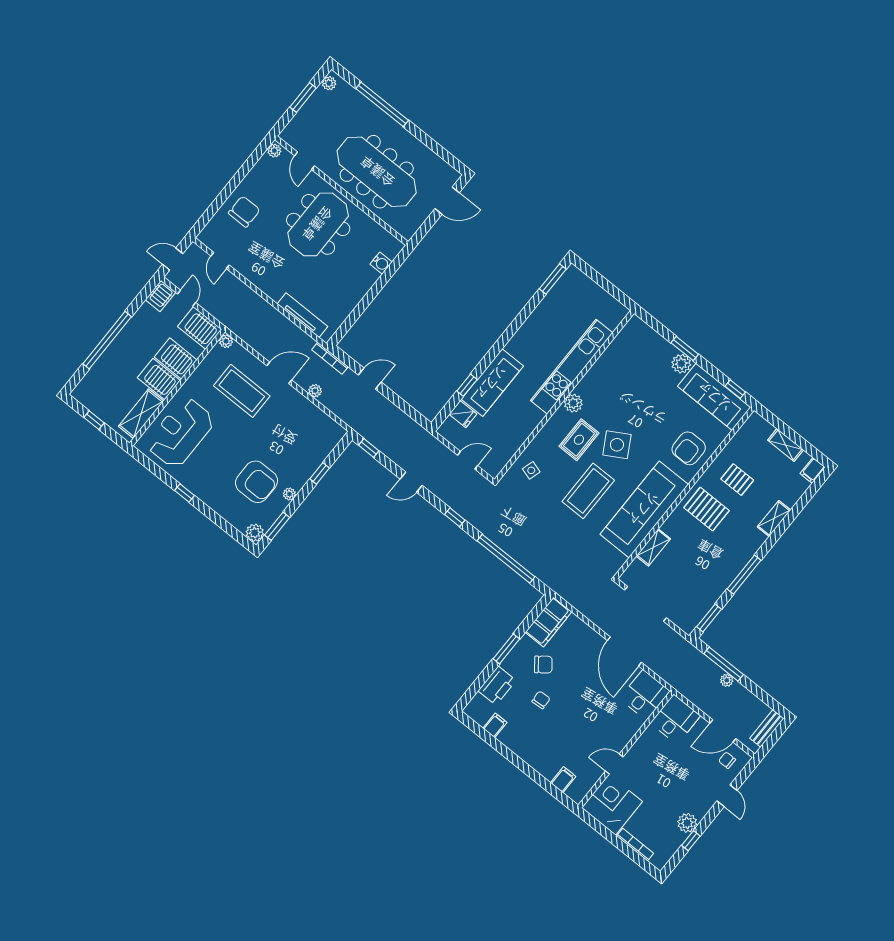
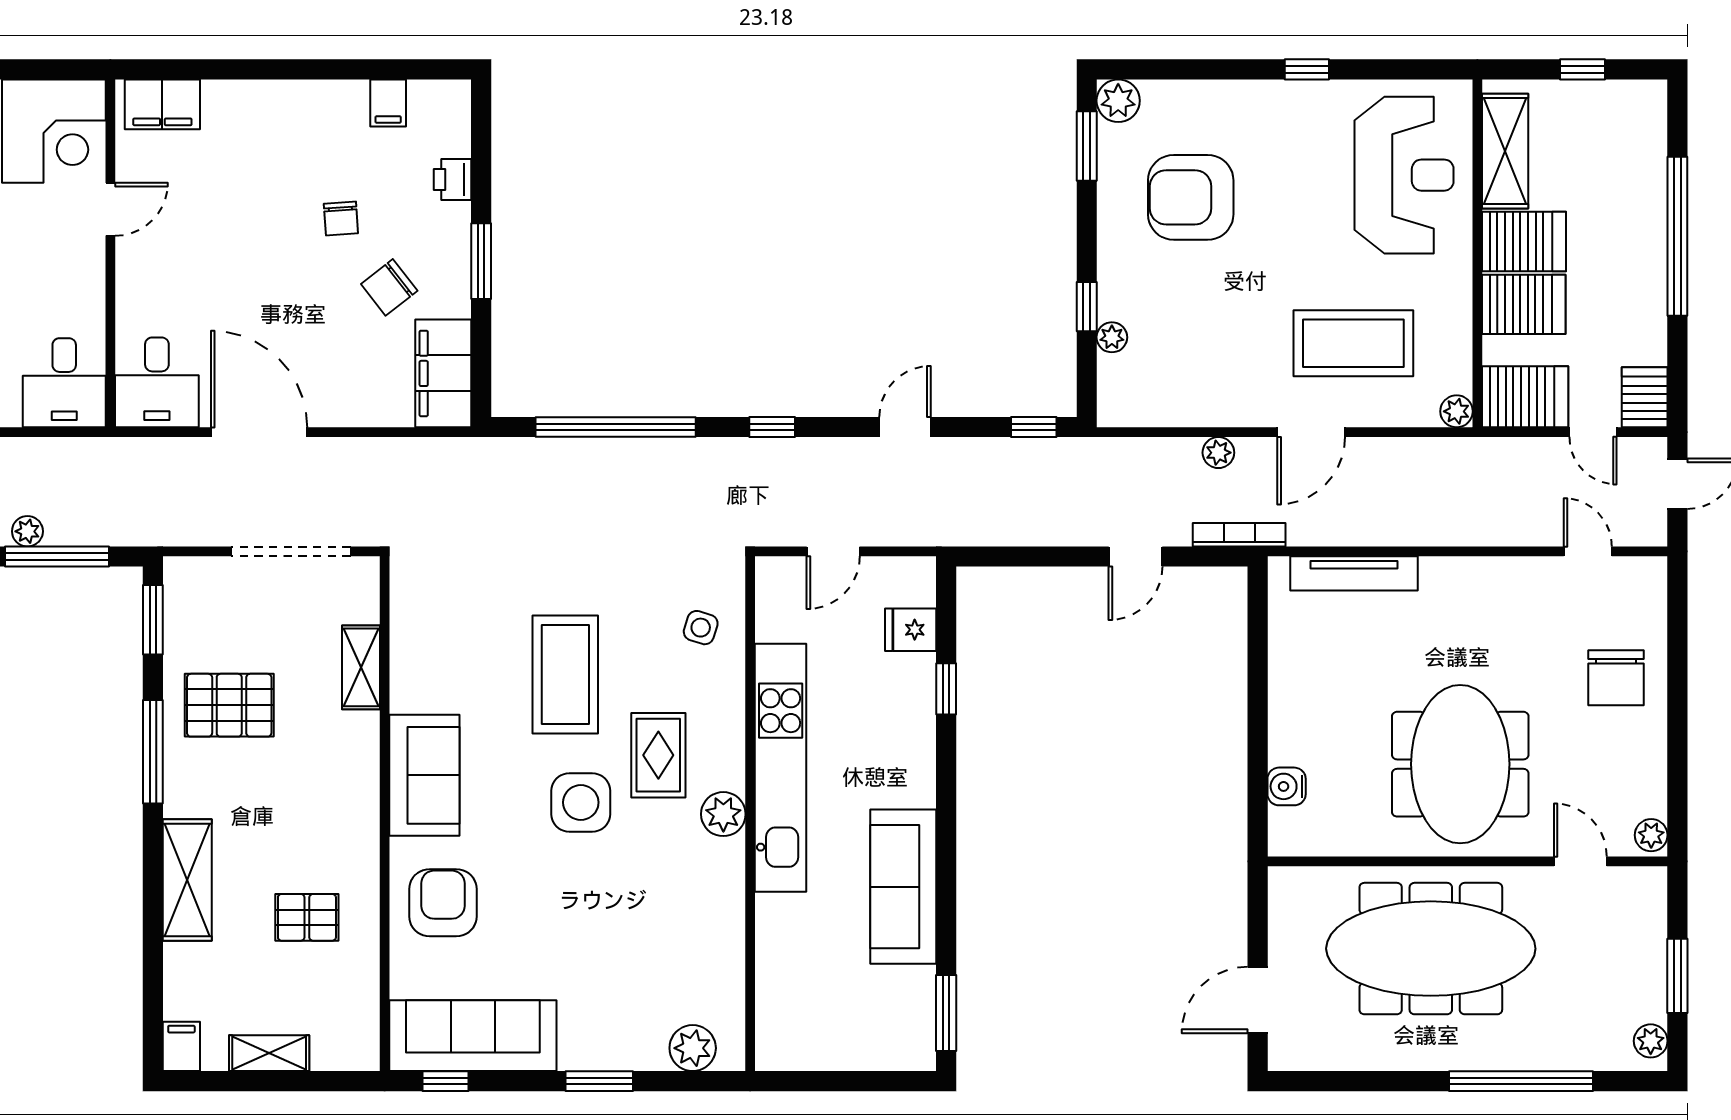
plant: (681, 364) -> (693, 1048), moved
kitchen unit: (572, 367) -> (781, 768), moved
sofa: (492, 383) -> (903, 887), moved
side table: (617, 445) -> (581, 802), turned 30
plant: (289, 494) -> (1112, 337), moved
sofa: (644, 509) -> (424, 775), width x0.54, depth x0.79
pallet: (706, 509) -> (229, 705), moved
shelving: (774, 518) -> (187, 880), width x1.50, depth x1.33
printer: (497, 686) -> (453, 180), width x0.53, depth x0.68
filing cabinet: (563, 780) -> (162, 104), width x2.00

